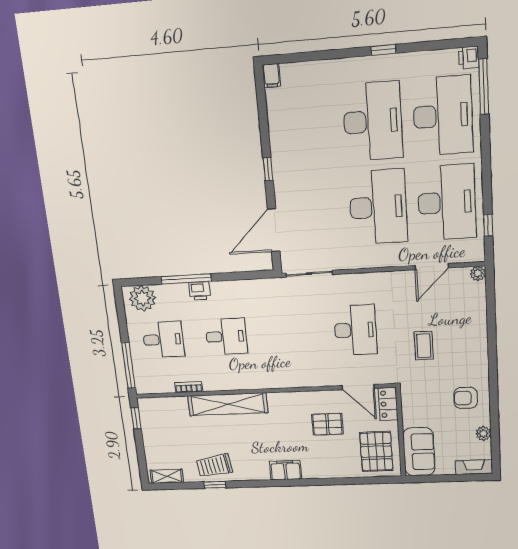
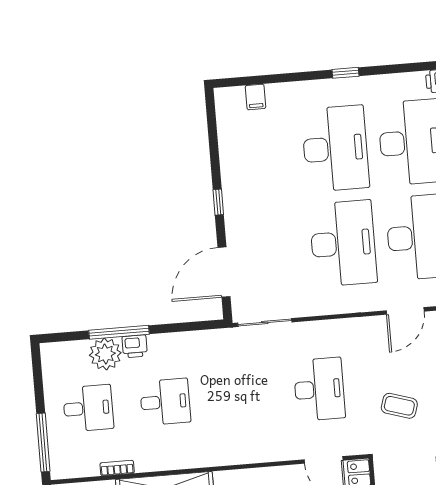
filing cabinet: (271, 76) -> (256, 97), moved
plant: (143, 298) -> (105, 354), moved
coffee table: (424, 346) -> (399, 406), turned -73

